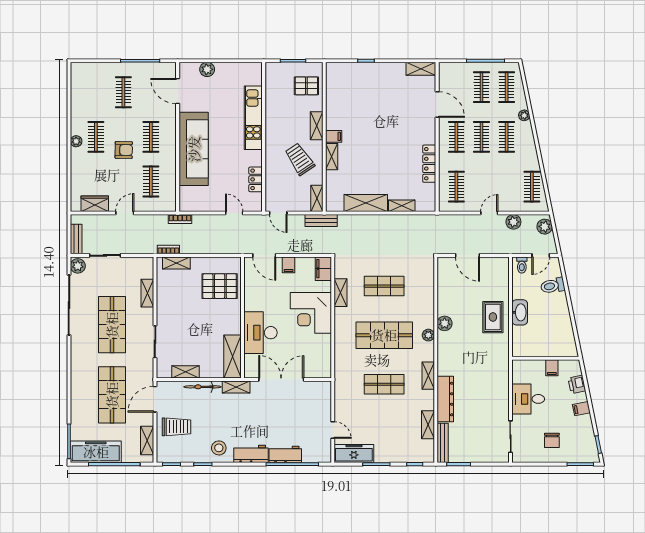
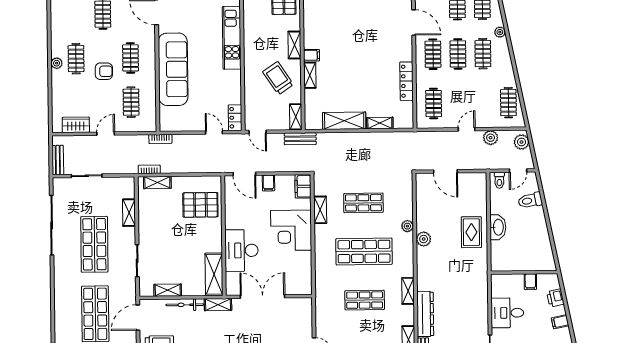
locker: (256, 179) -> (235, 118), moved
plant: (78, 266) -> (60, 187), removed
plant: (428, 335) -> (407, 226), moved

